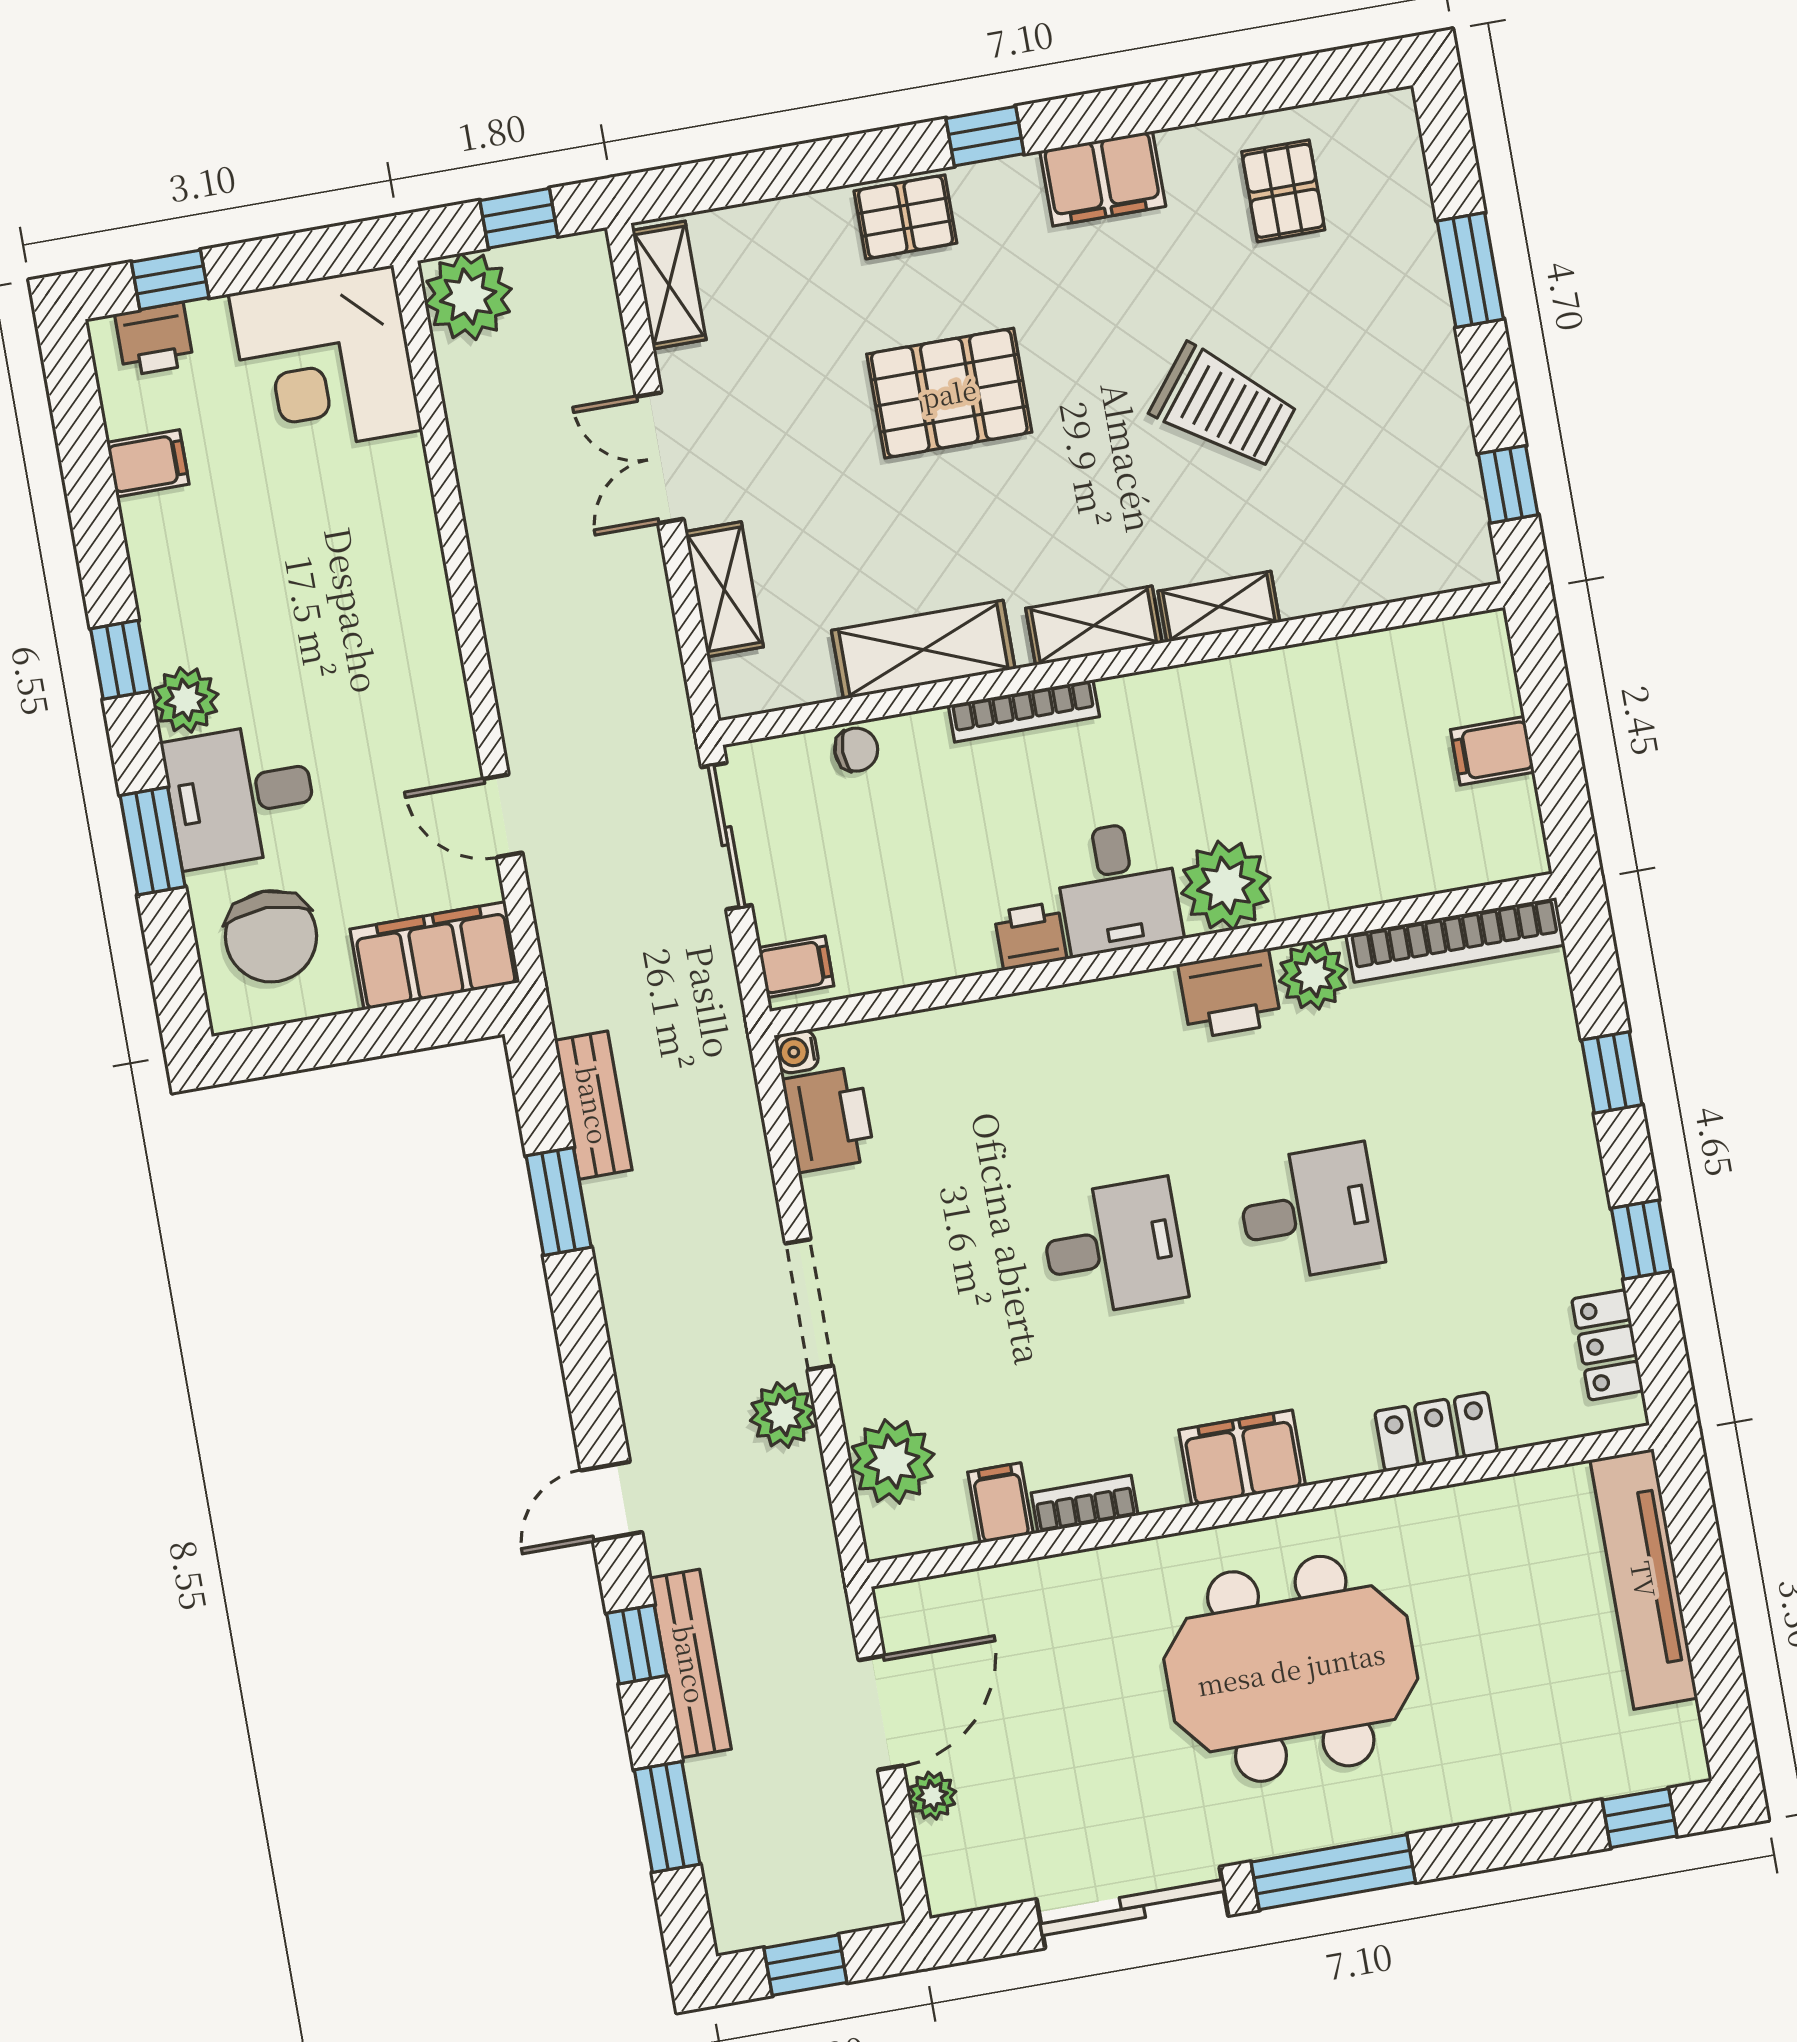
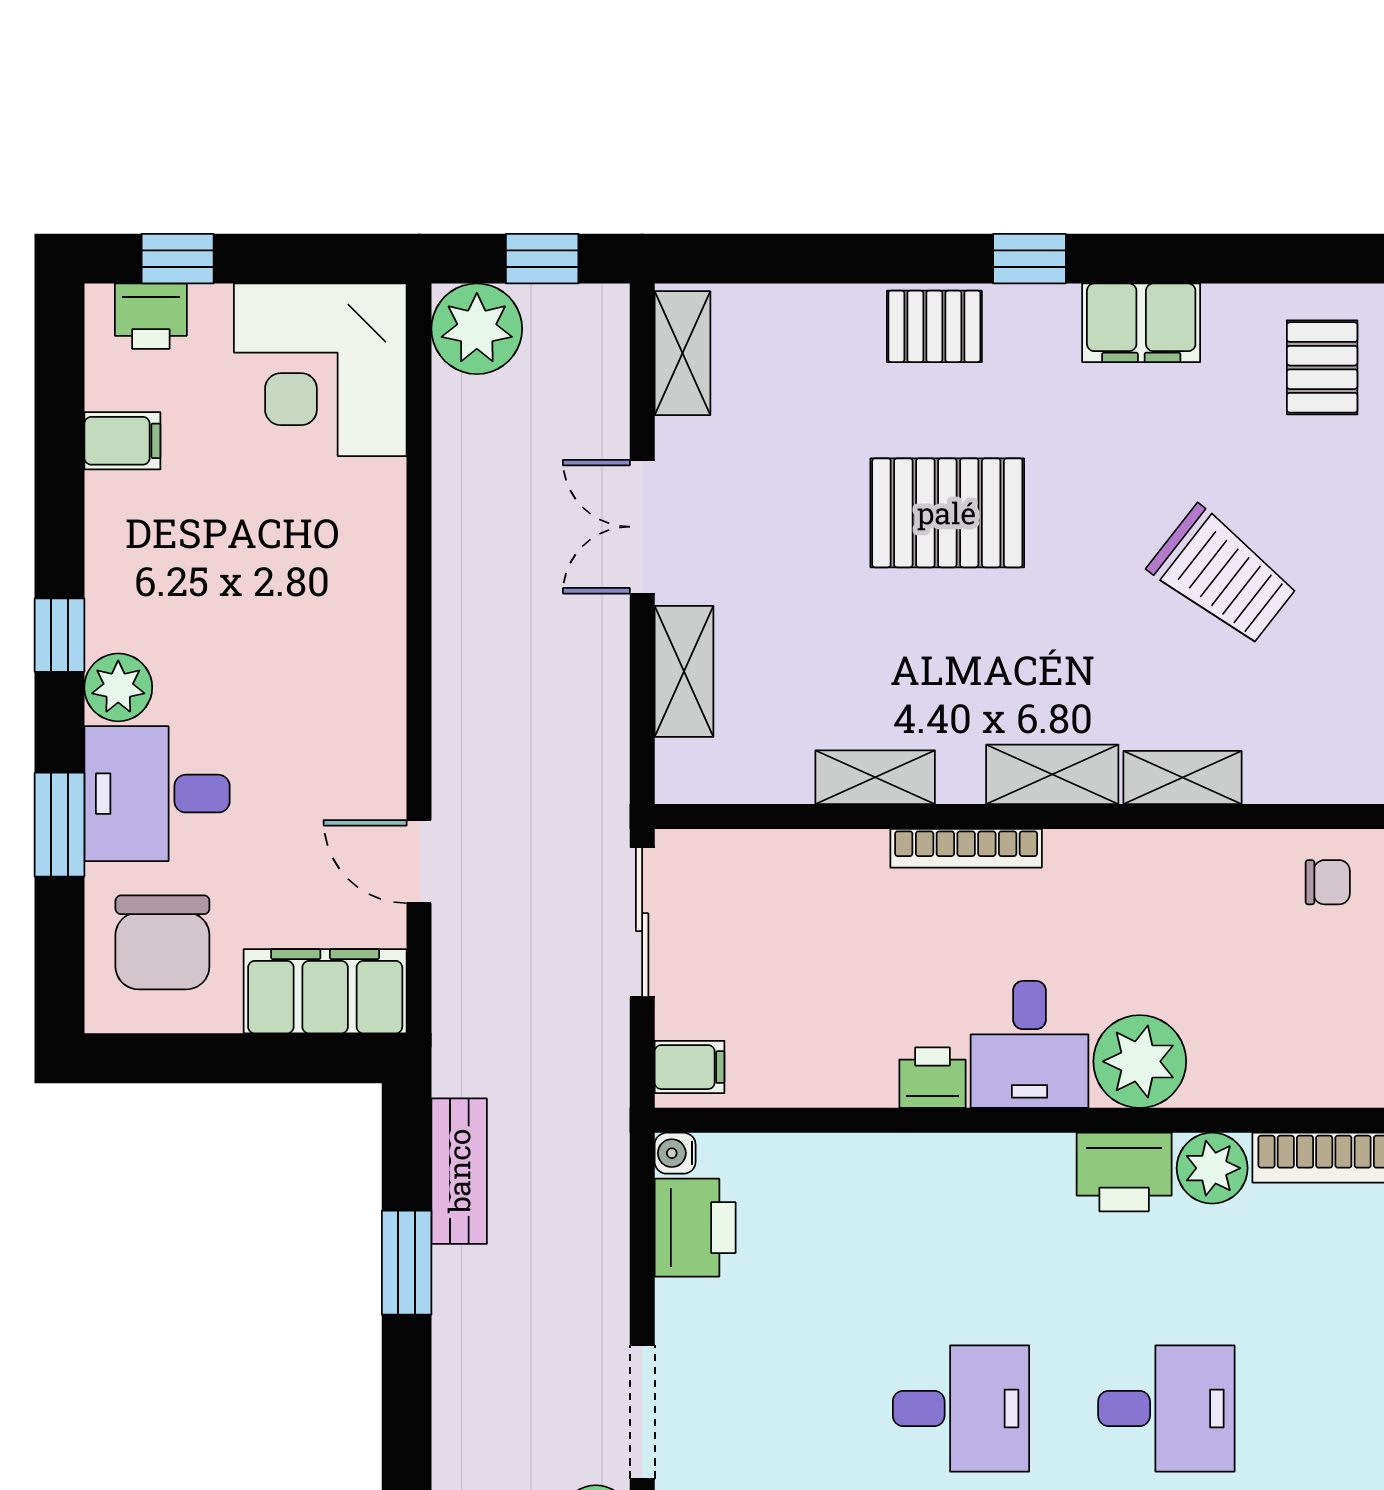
shelving: (923, 650) -> (875, 777), width x0.67, depth x0.75
chair: (856, 750) -> (1328, 882), moved

